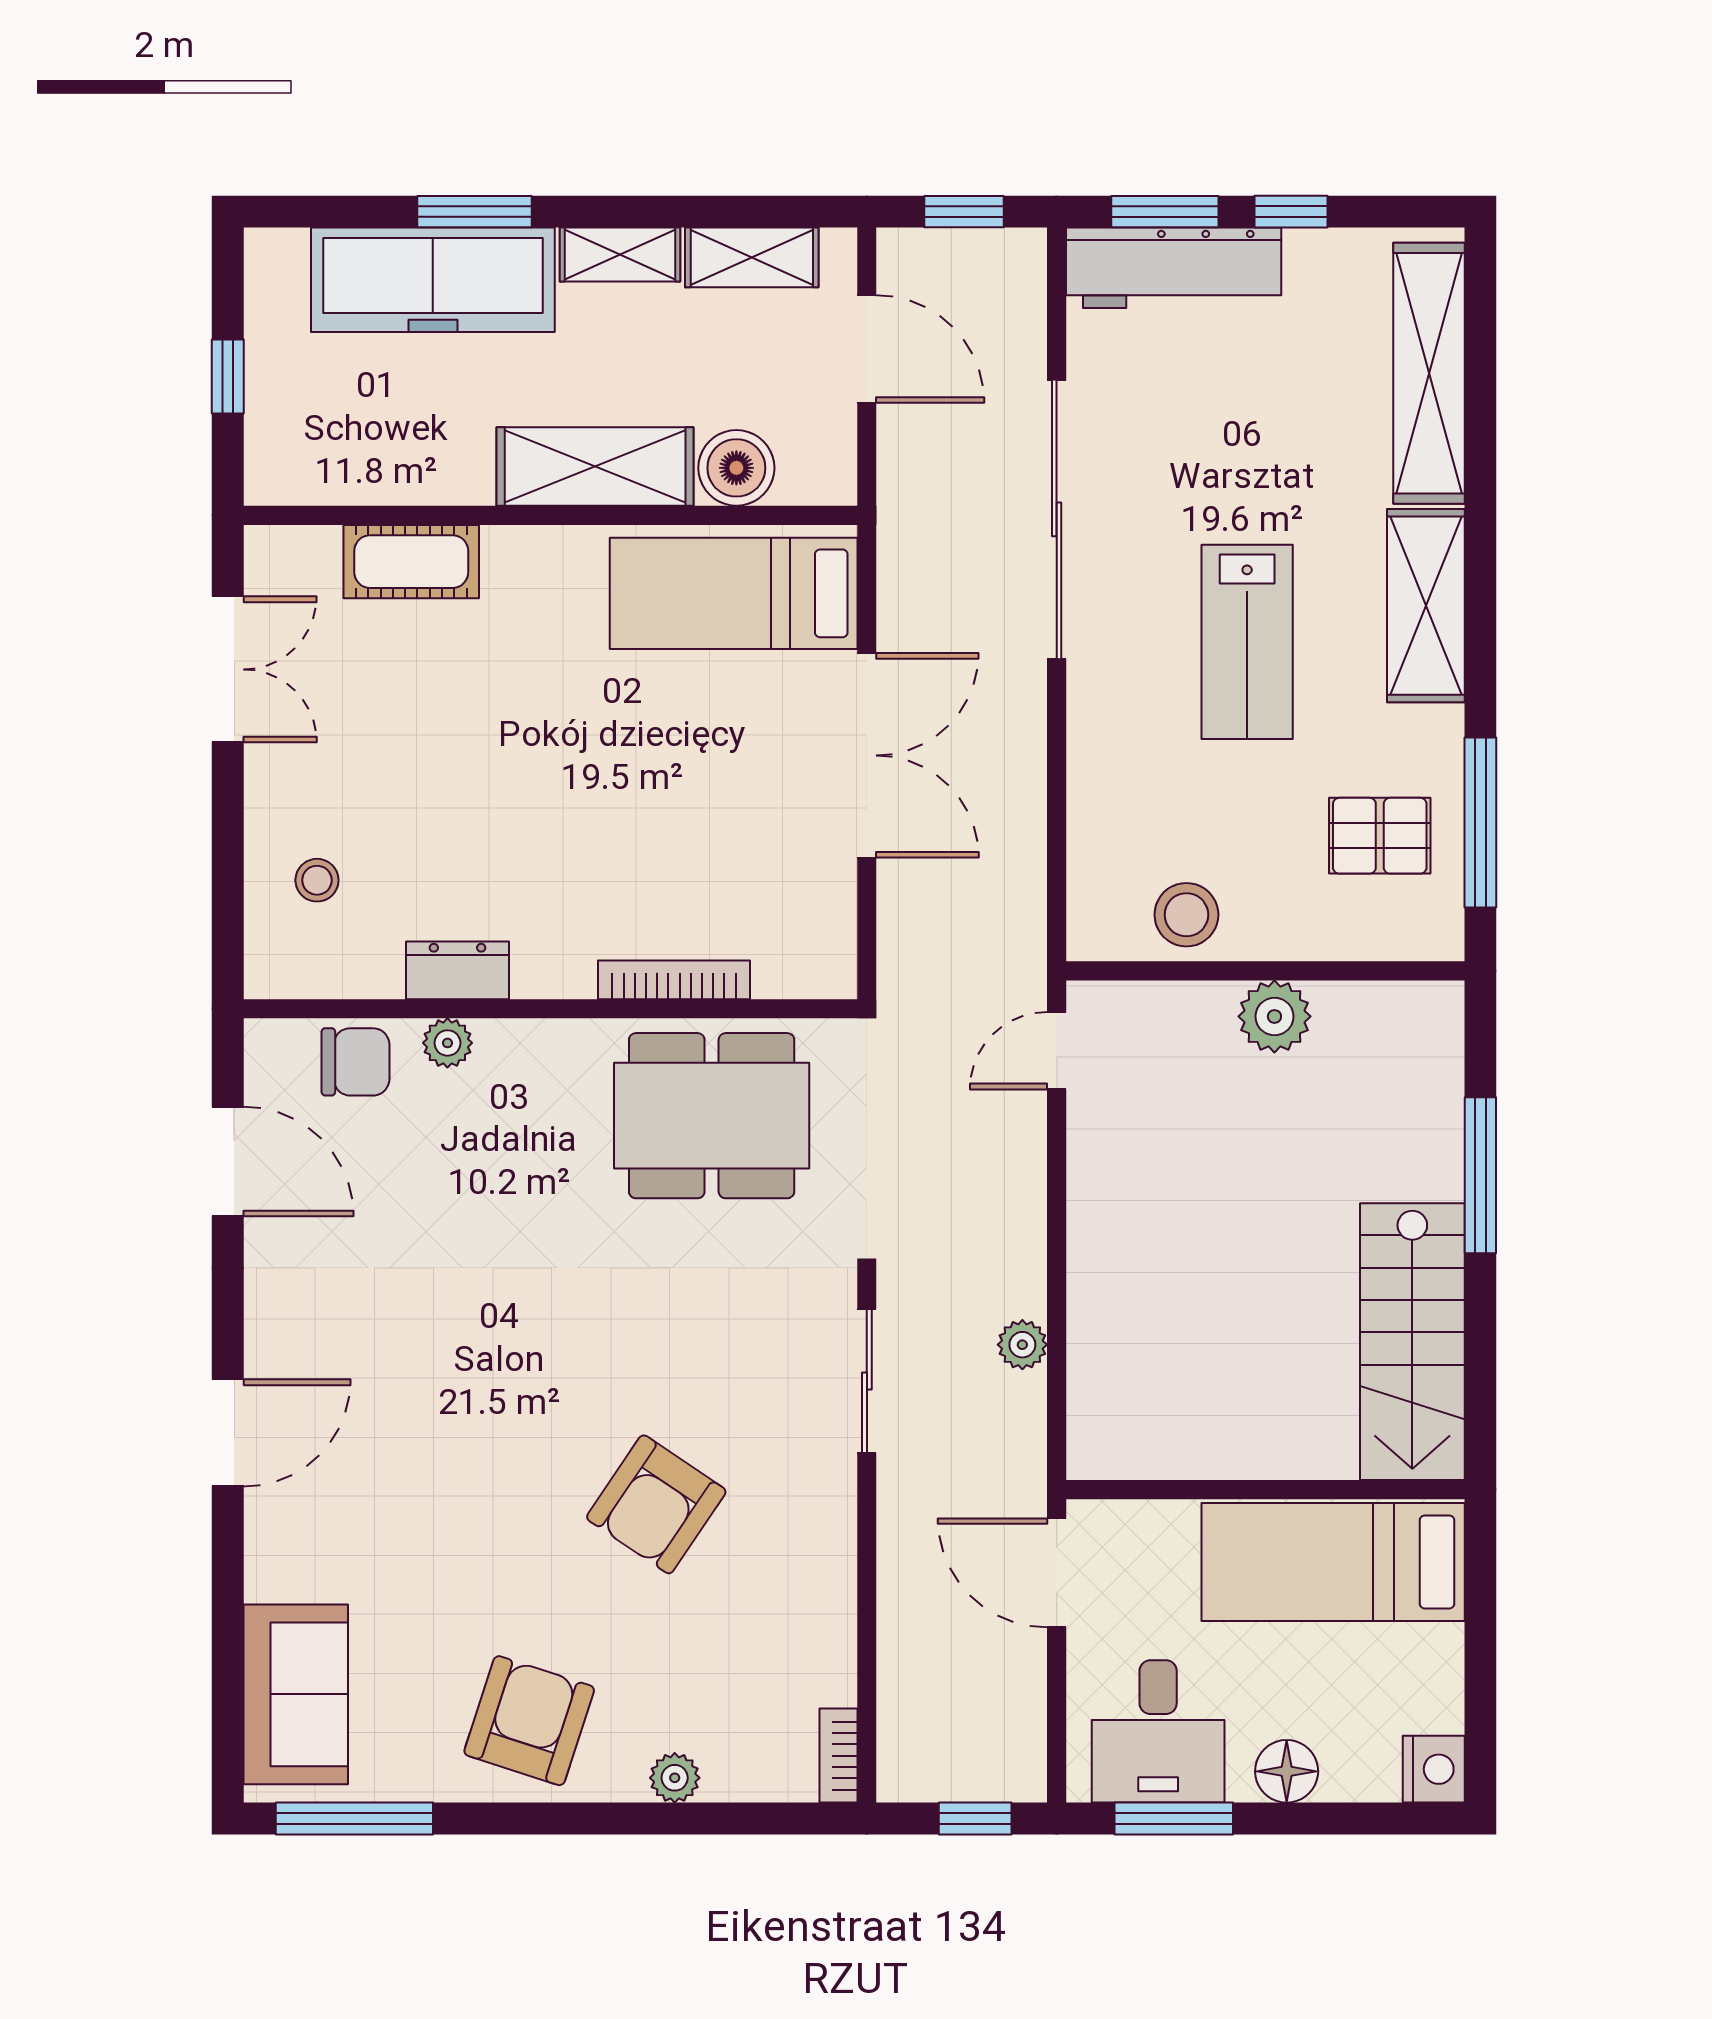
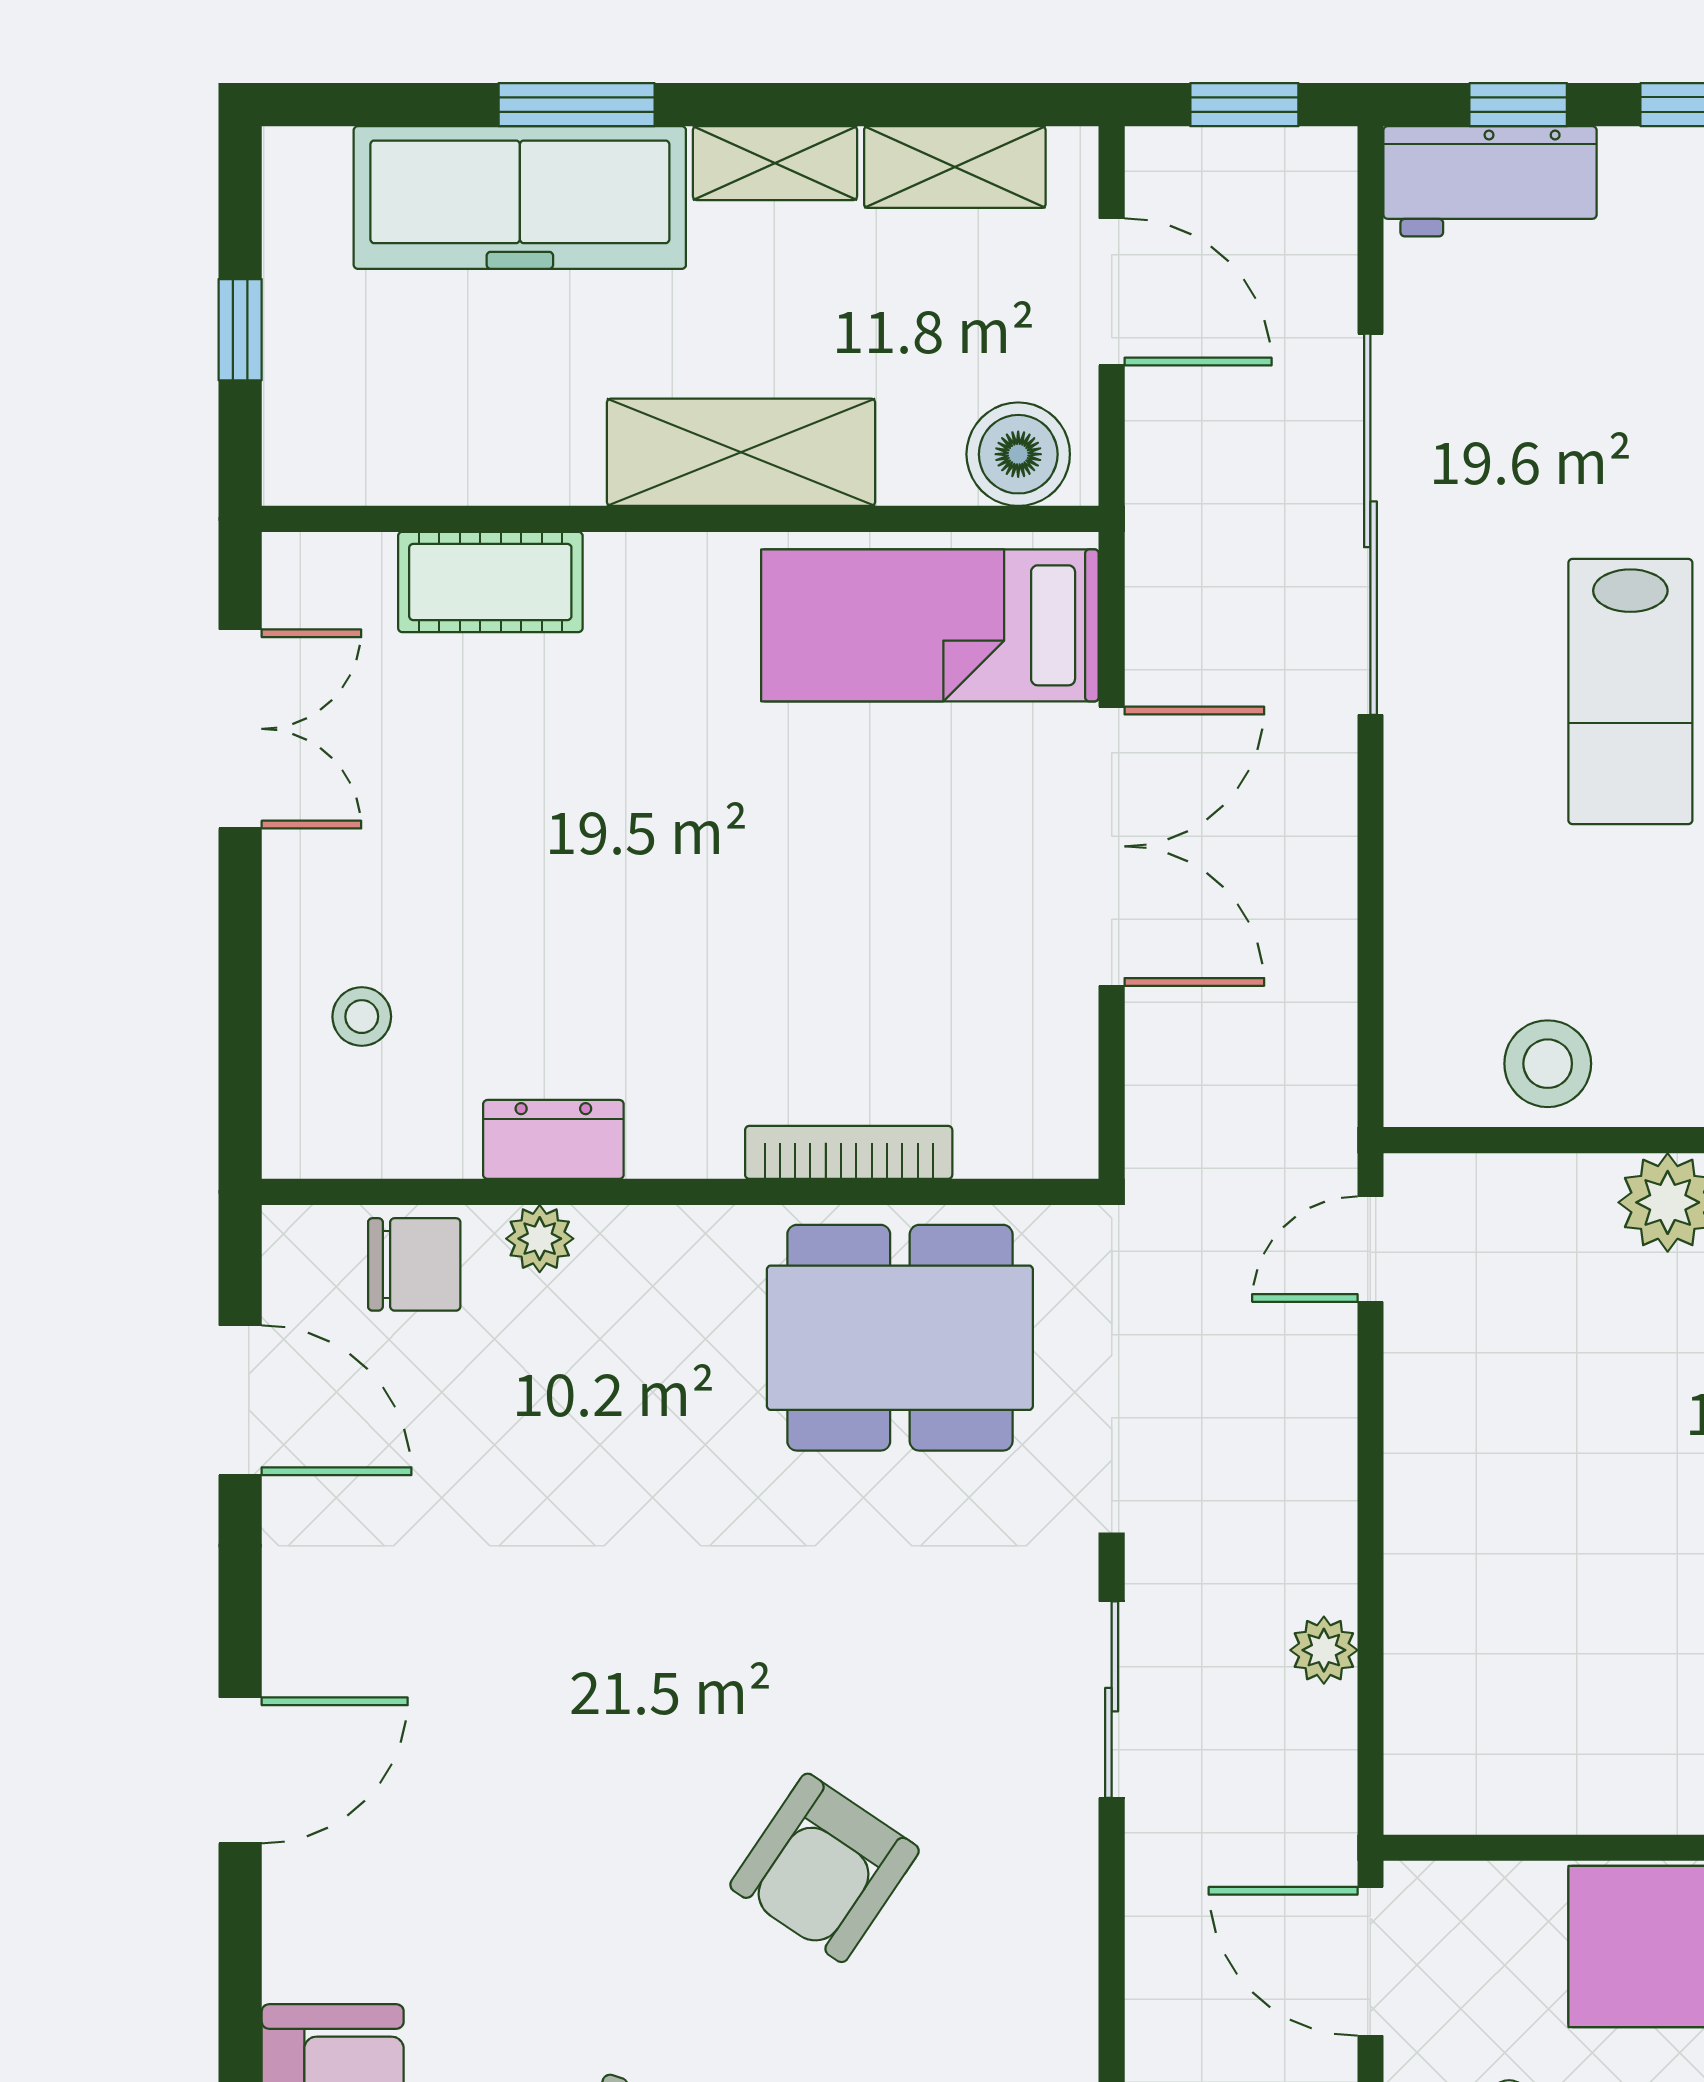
window: (1165, 212) -> (1518, 105), width x0.67
workbench: (1174, 268) -> (1490, 181), width x0.73
boiler: (736, 468) -> (1018, 454), moved

